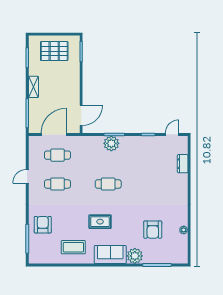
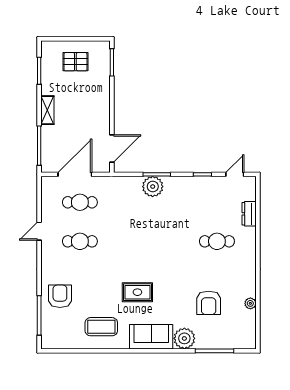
pallet: (54, 51) -> (75, 62), width x0.67, depth x0.71
cafe table: (108, 184) -> (217, 241), moved

